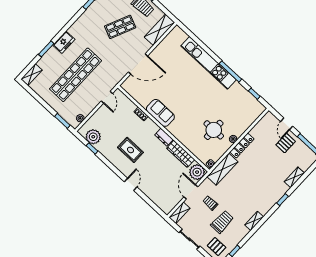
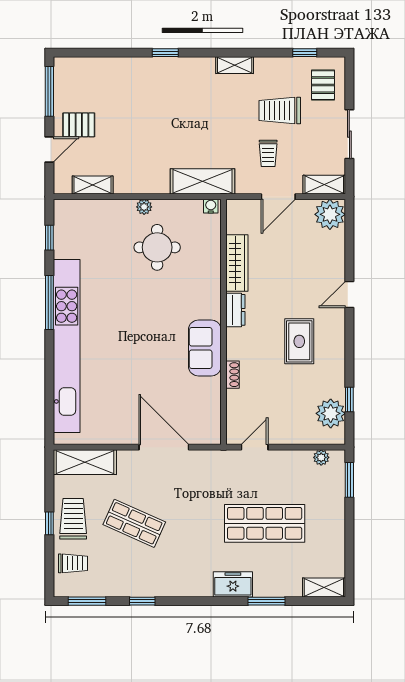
kitchen unit: (208, 63) -> (67, 346), width x1.36
shop shelf: (75, 75) -> (265, 523), width x0.71
locker: (242, 146) -> (142, 185), removed
plant: (197, 172) -> (330, 214), moved
shelving: (294, 177) -> (93, 185), moved

